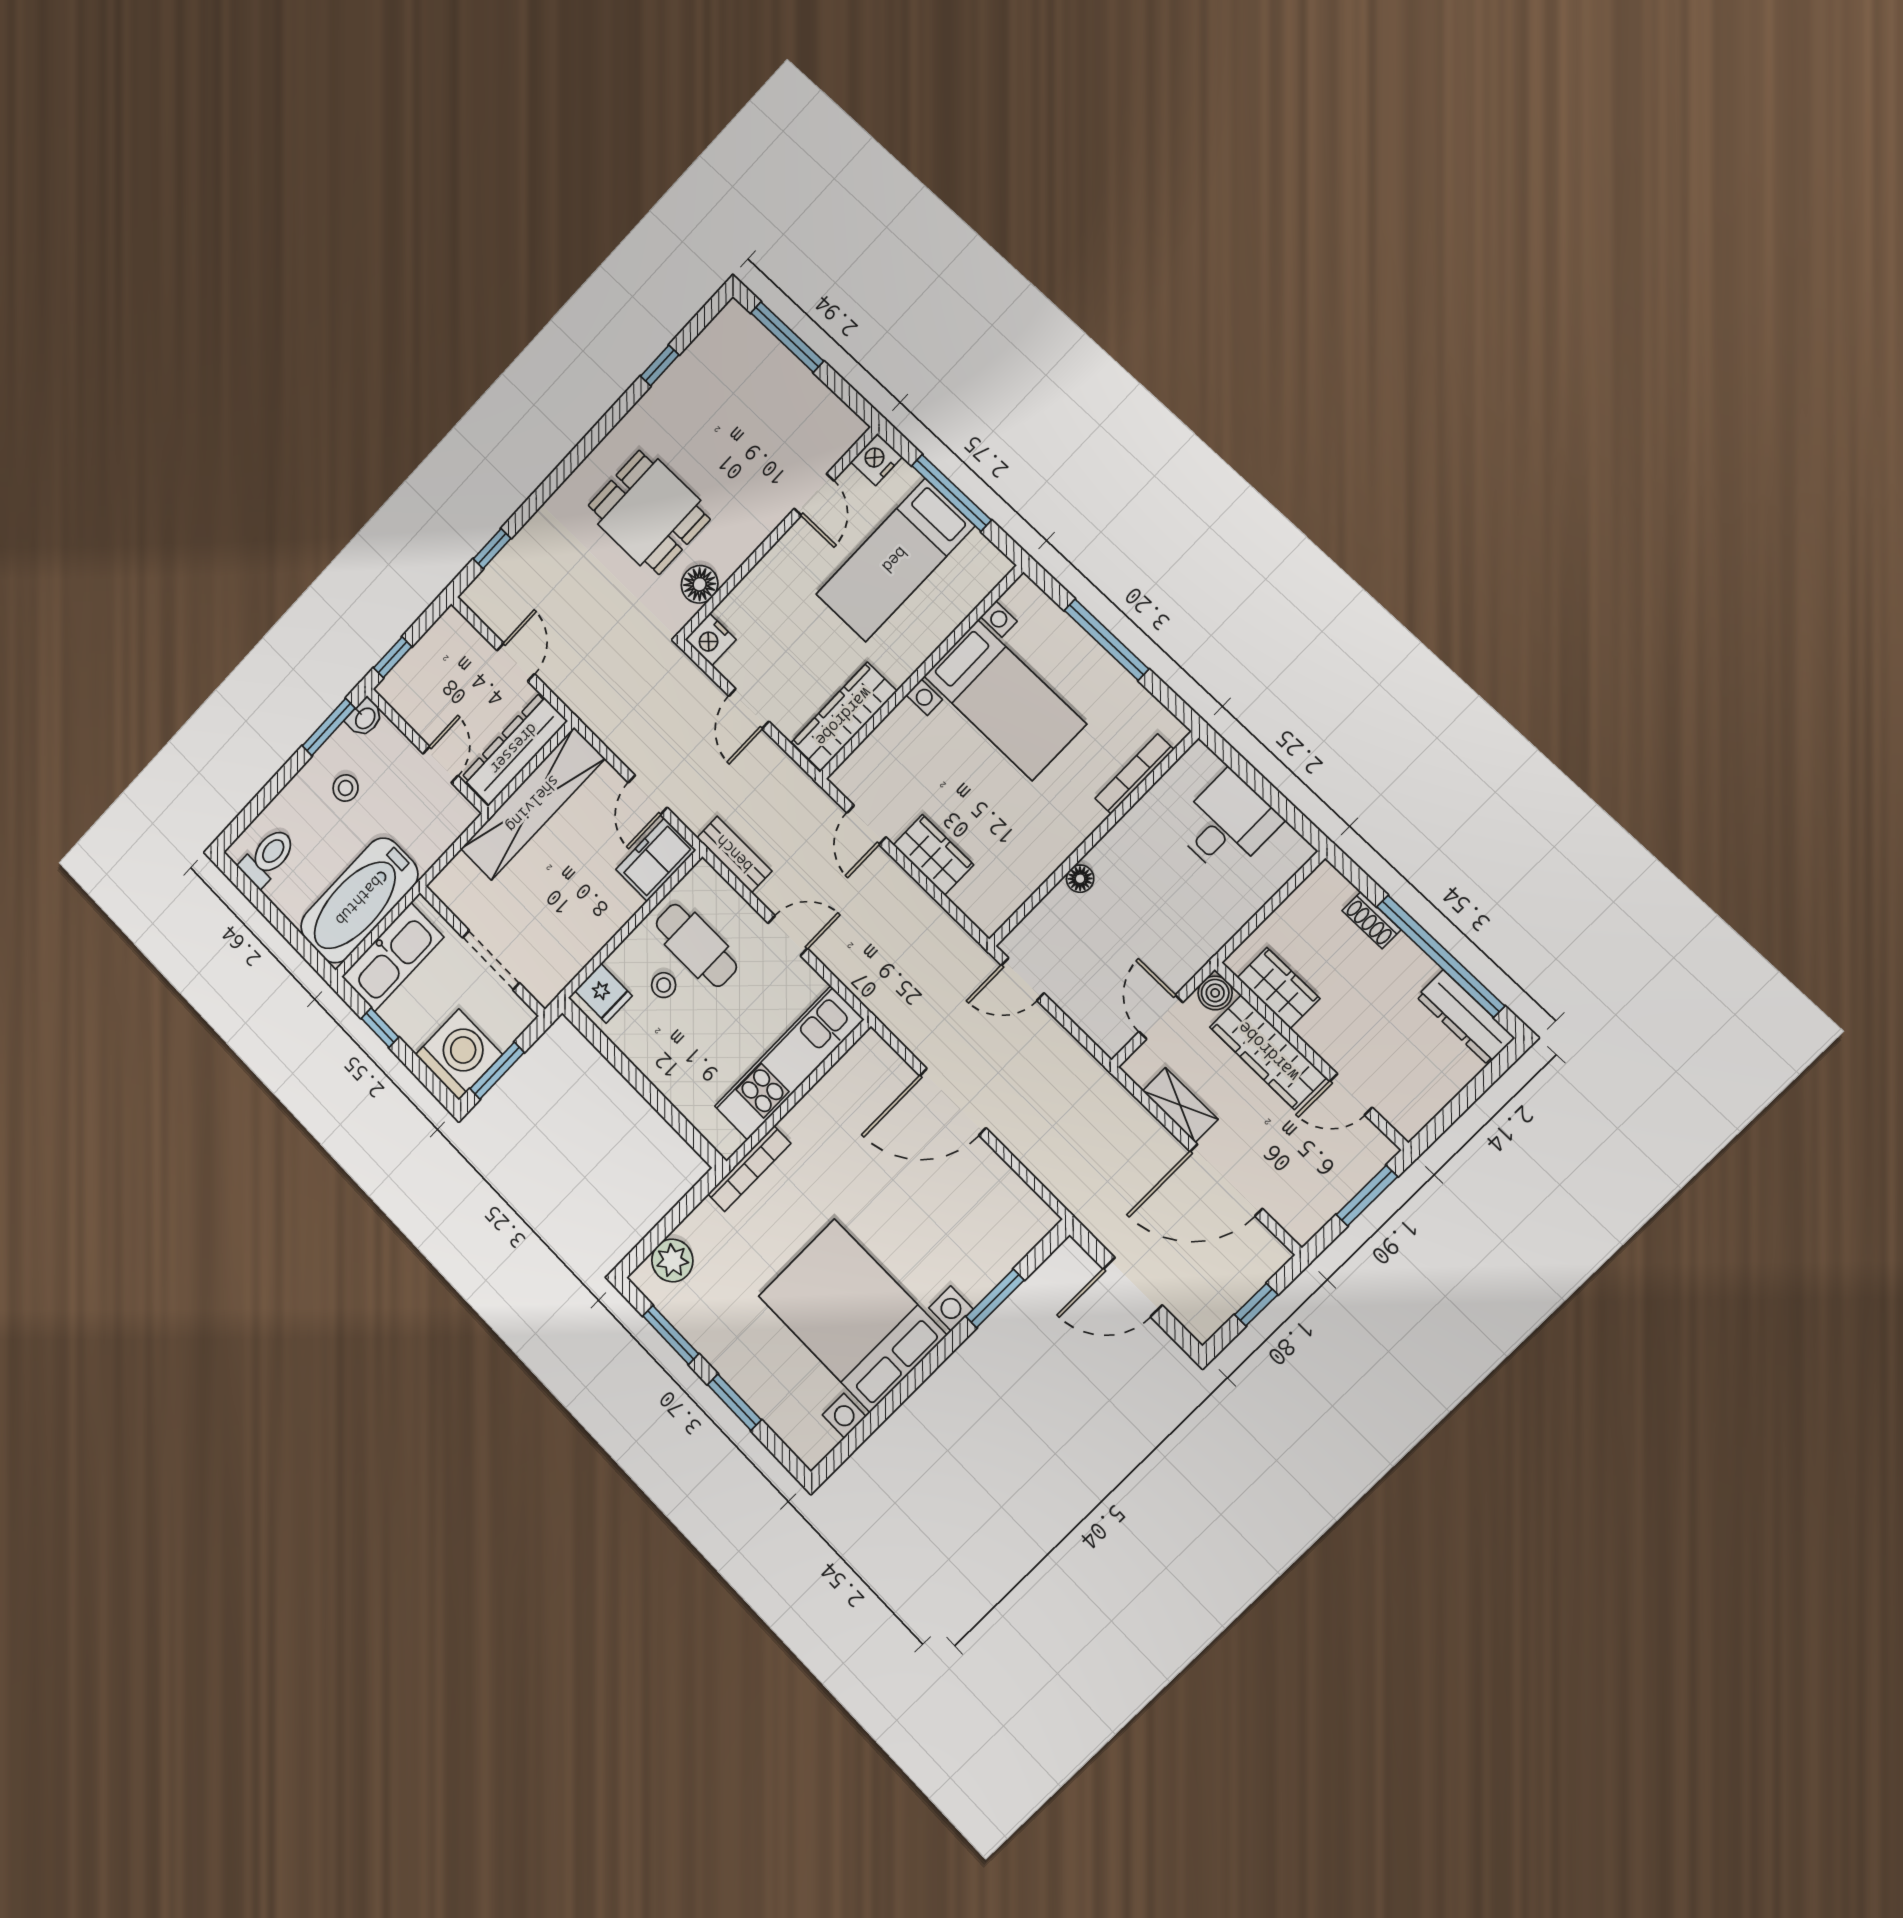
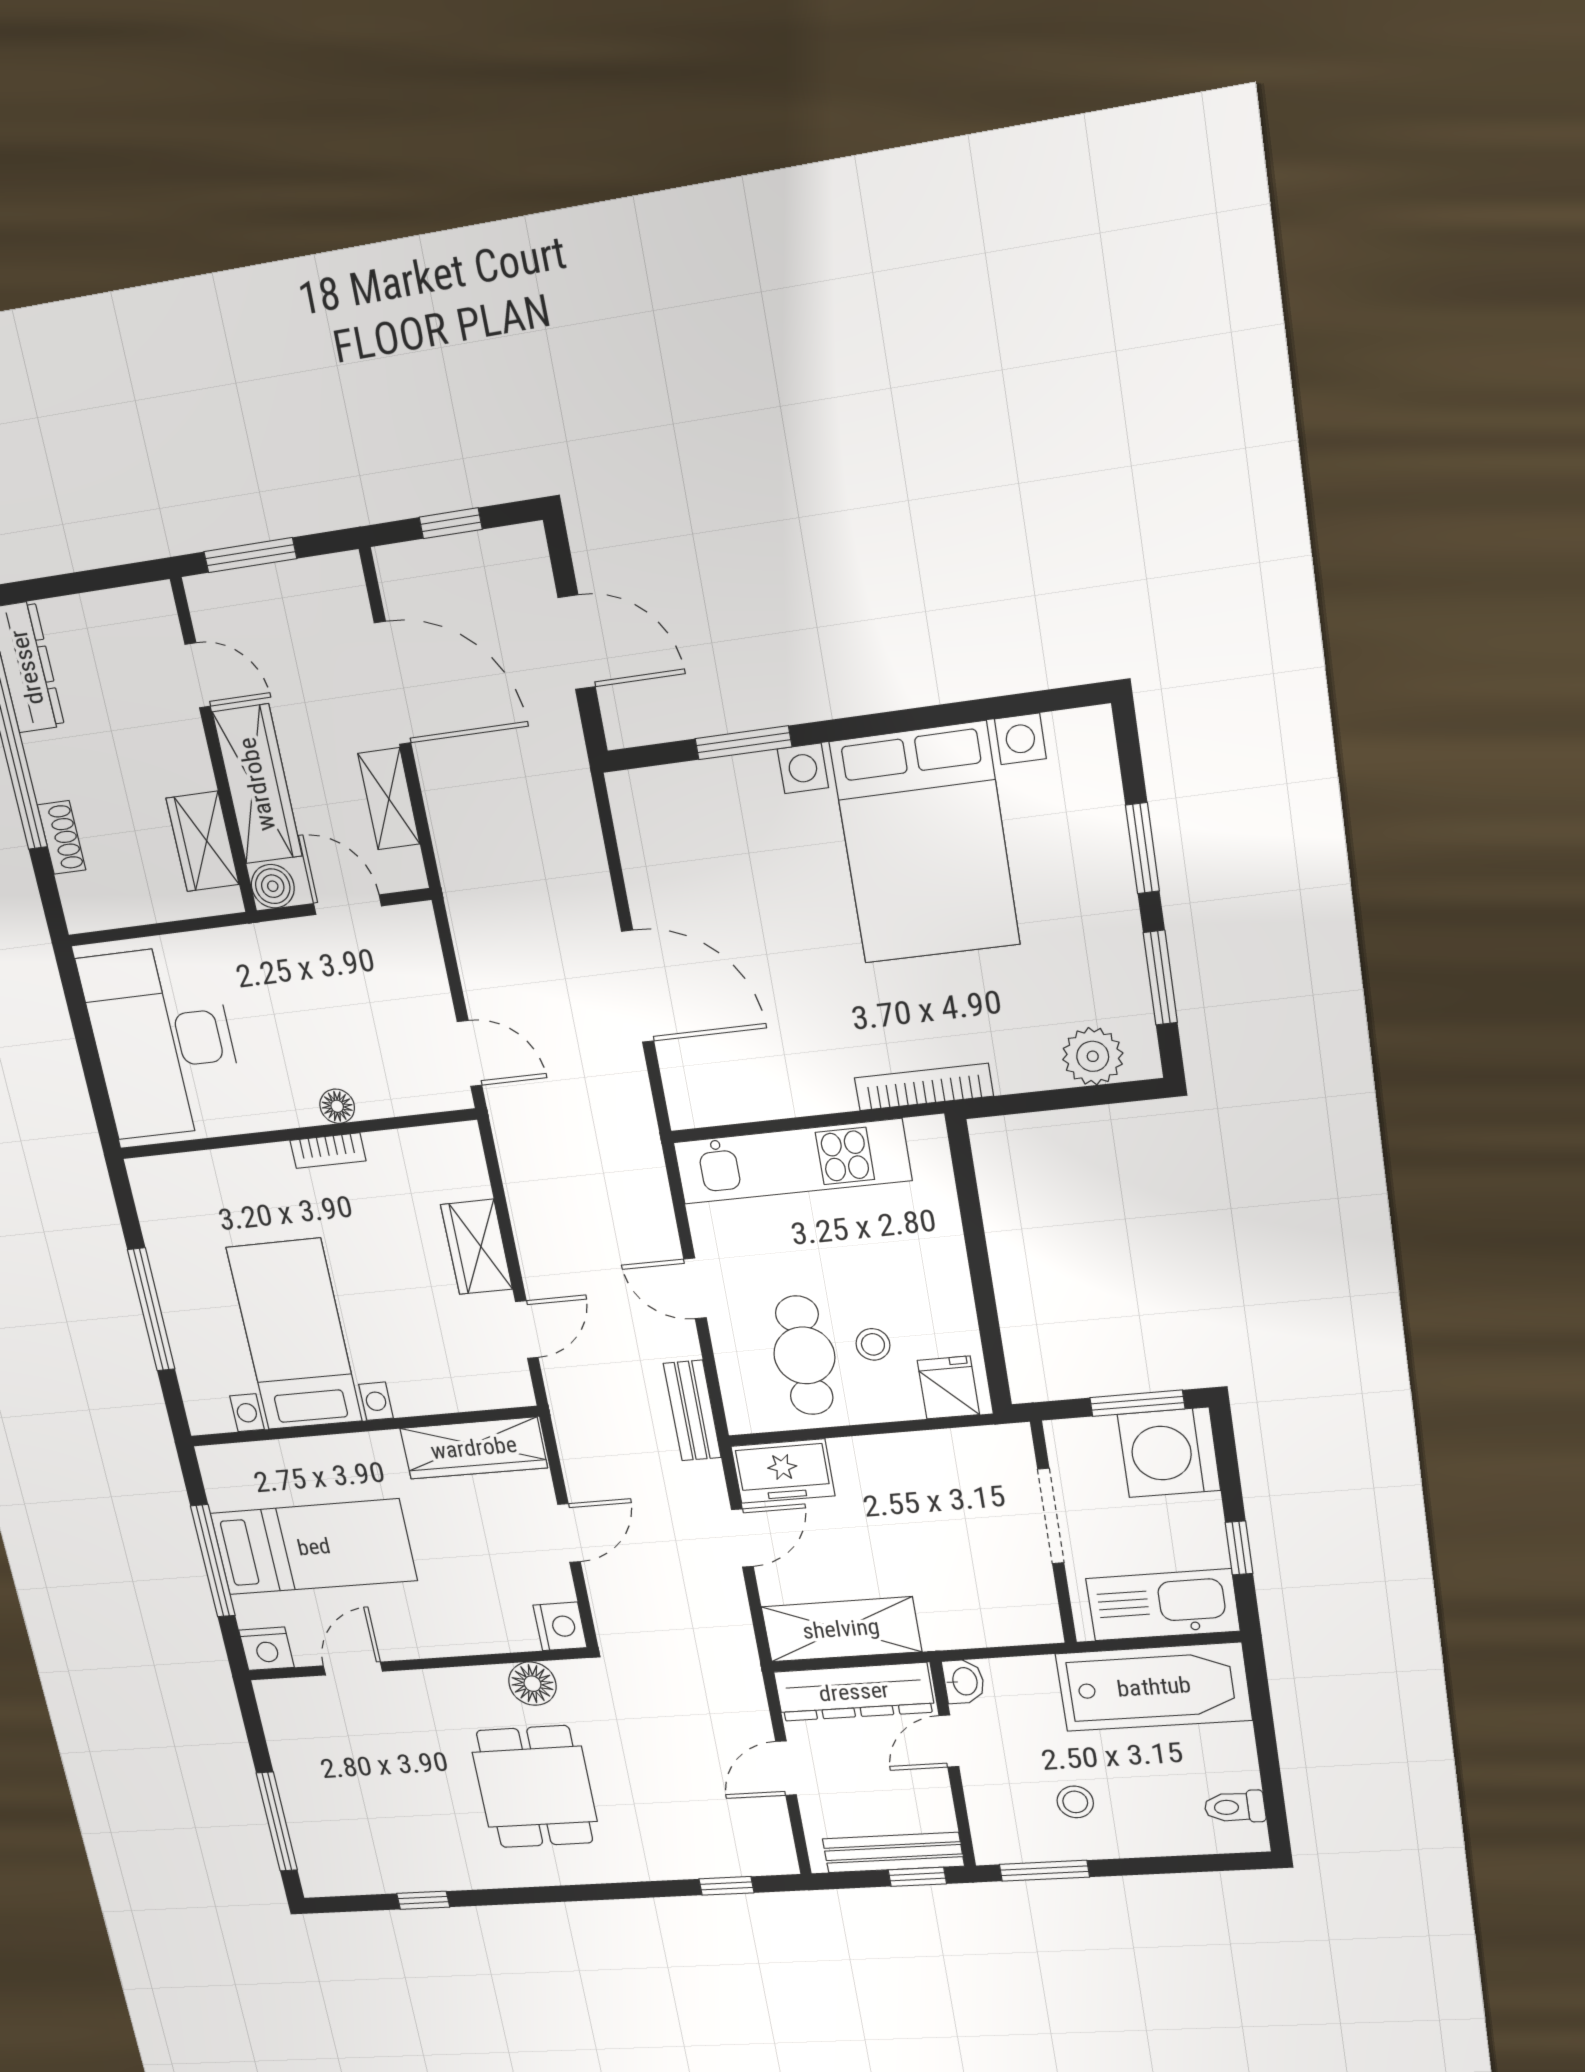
bench: (417, 661) -> (893, 1852), added
washbasin: (365, 718) -> (964, 1681), moved, turned 90
bookcase: (1134, 774) -> (328, 1151), moved, width x0.64
shelving: (533, 804) -> (841, 1629), width x0.68
desk: (1227, 824) -> (163, 1042), width x1.87, depth x1.30
toilet: (268, 857) -> (1235, 1807), width x0.73, depth x0.72
door: (1161, 1017) -> (347, 905), swing flipped

